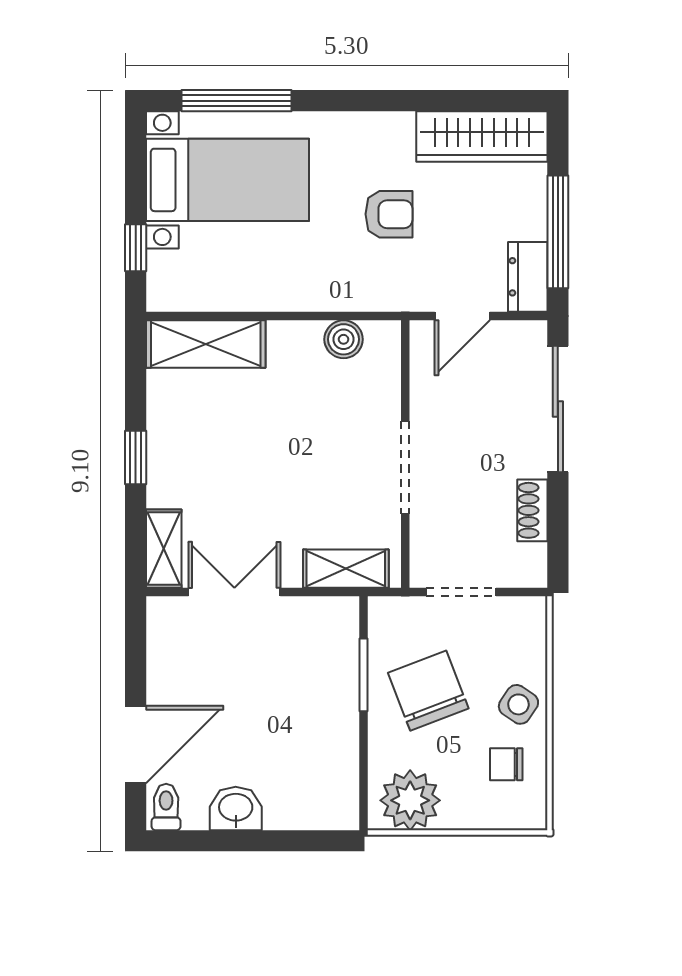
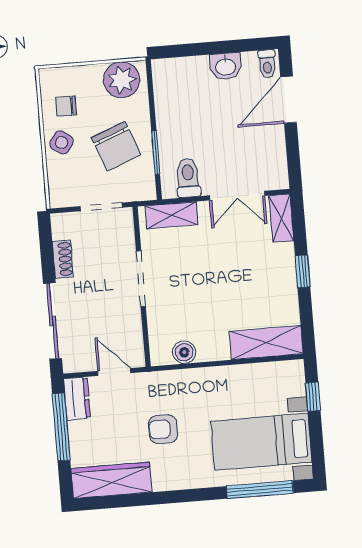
door: (462, 316) -> (114, 372), hinge flipped
toilet: (313, 629) -> (188, 178), added
chair: (506, 764) -> (66, 106), turned 180

